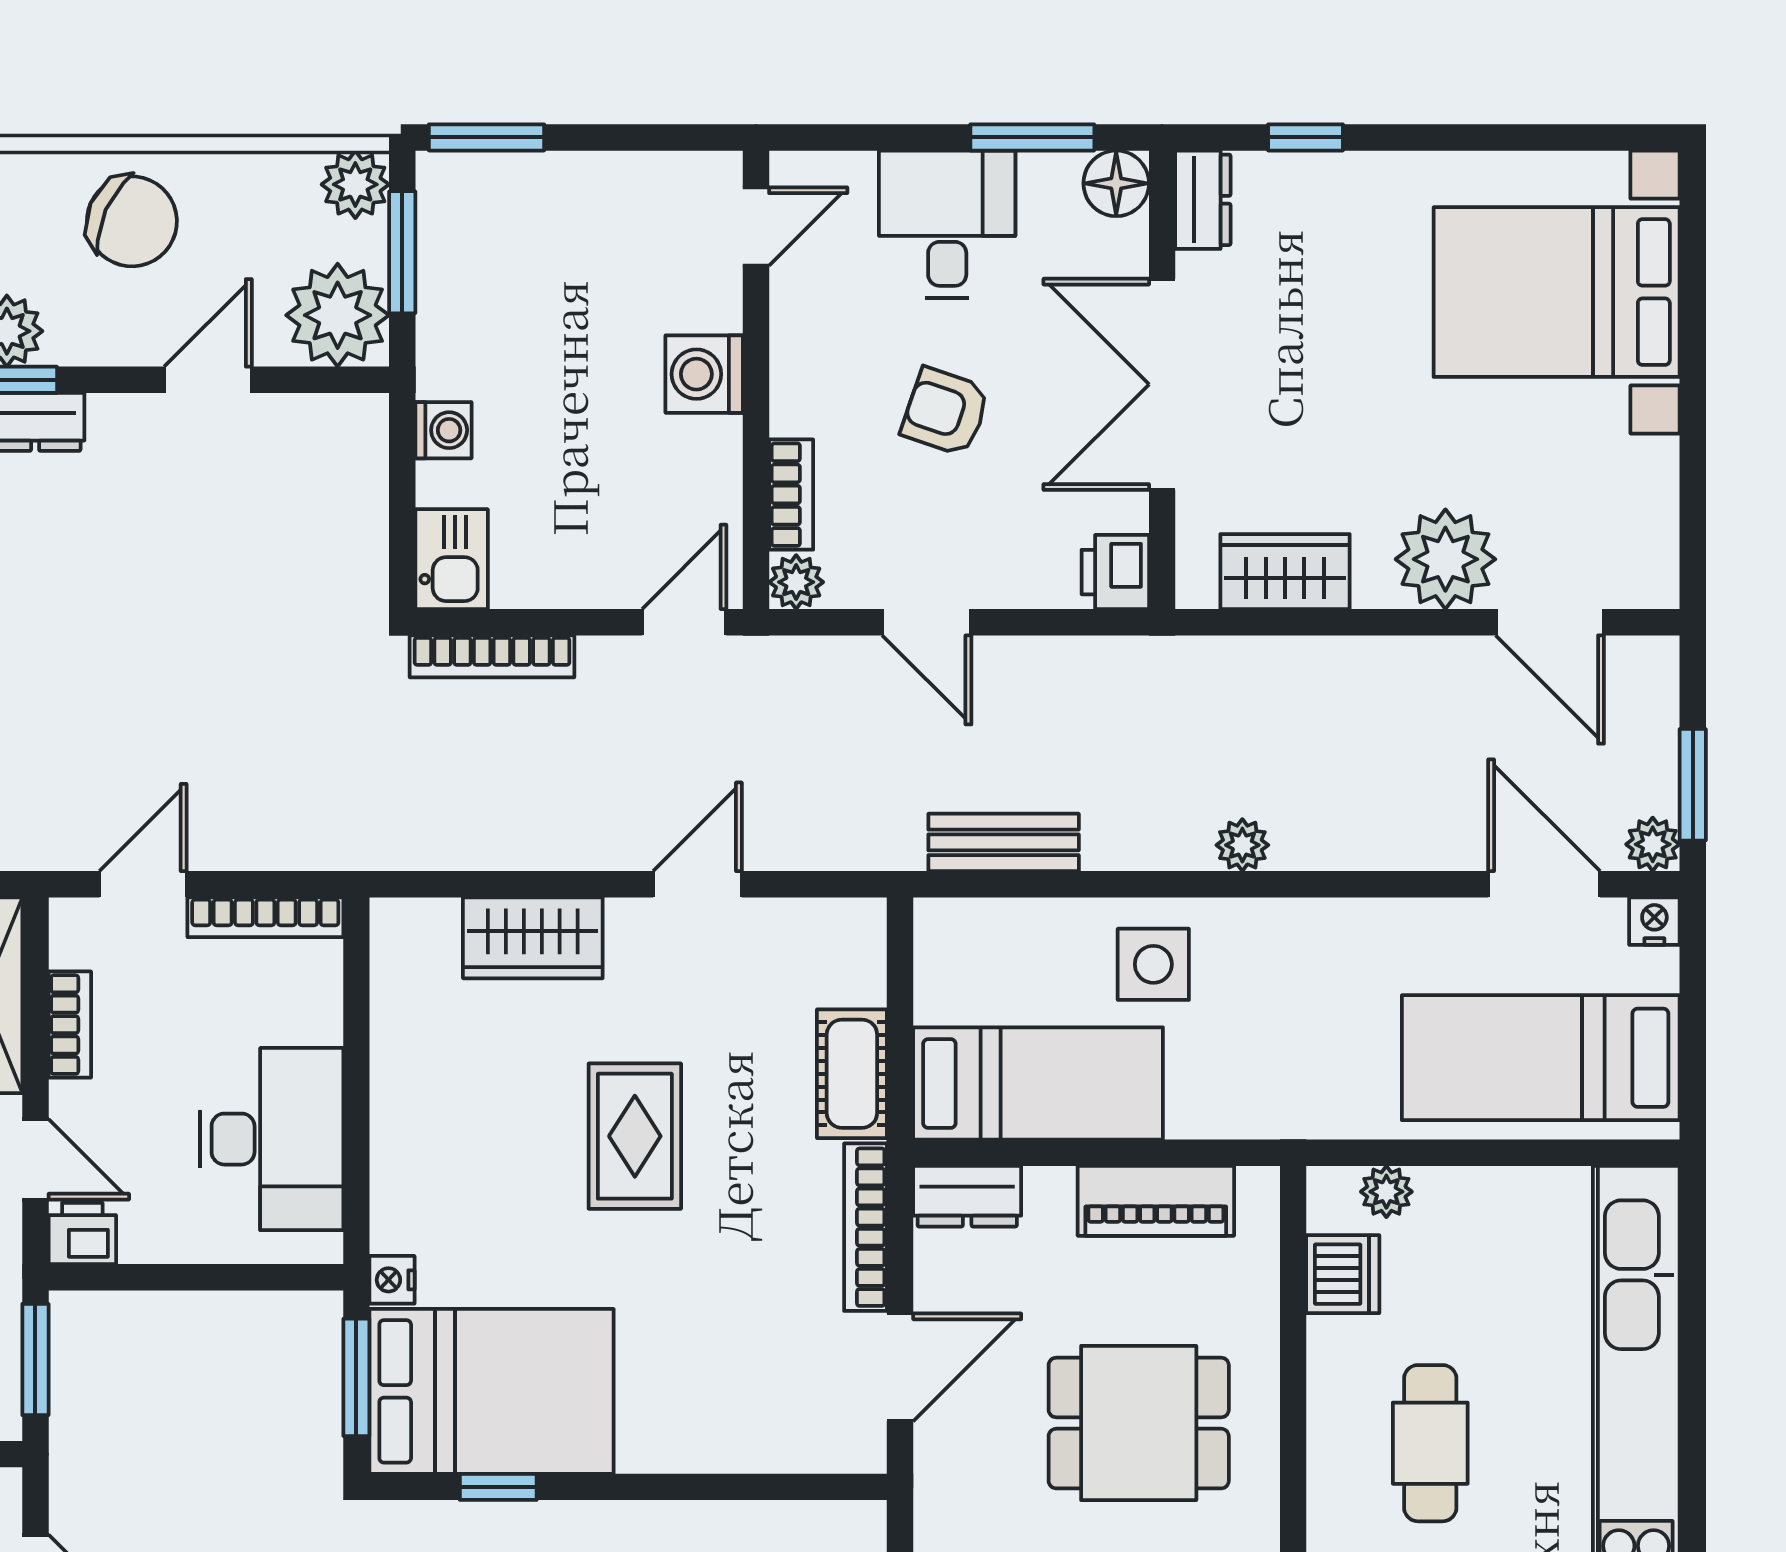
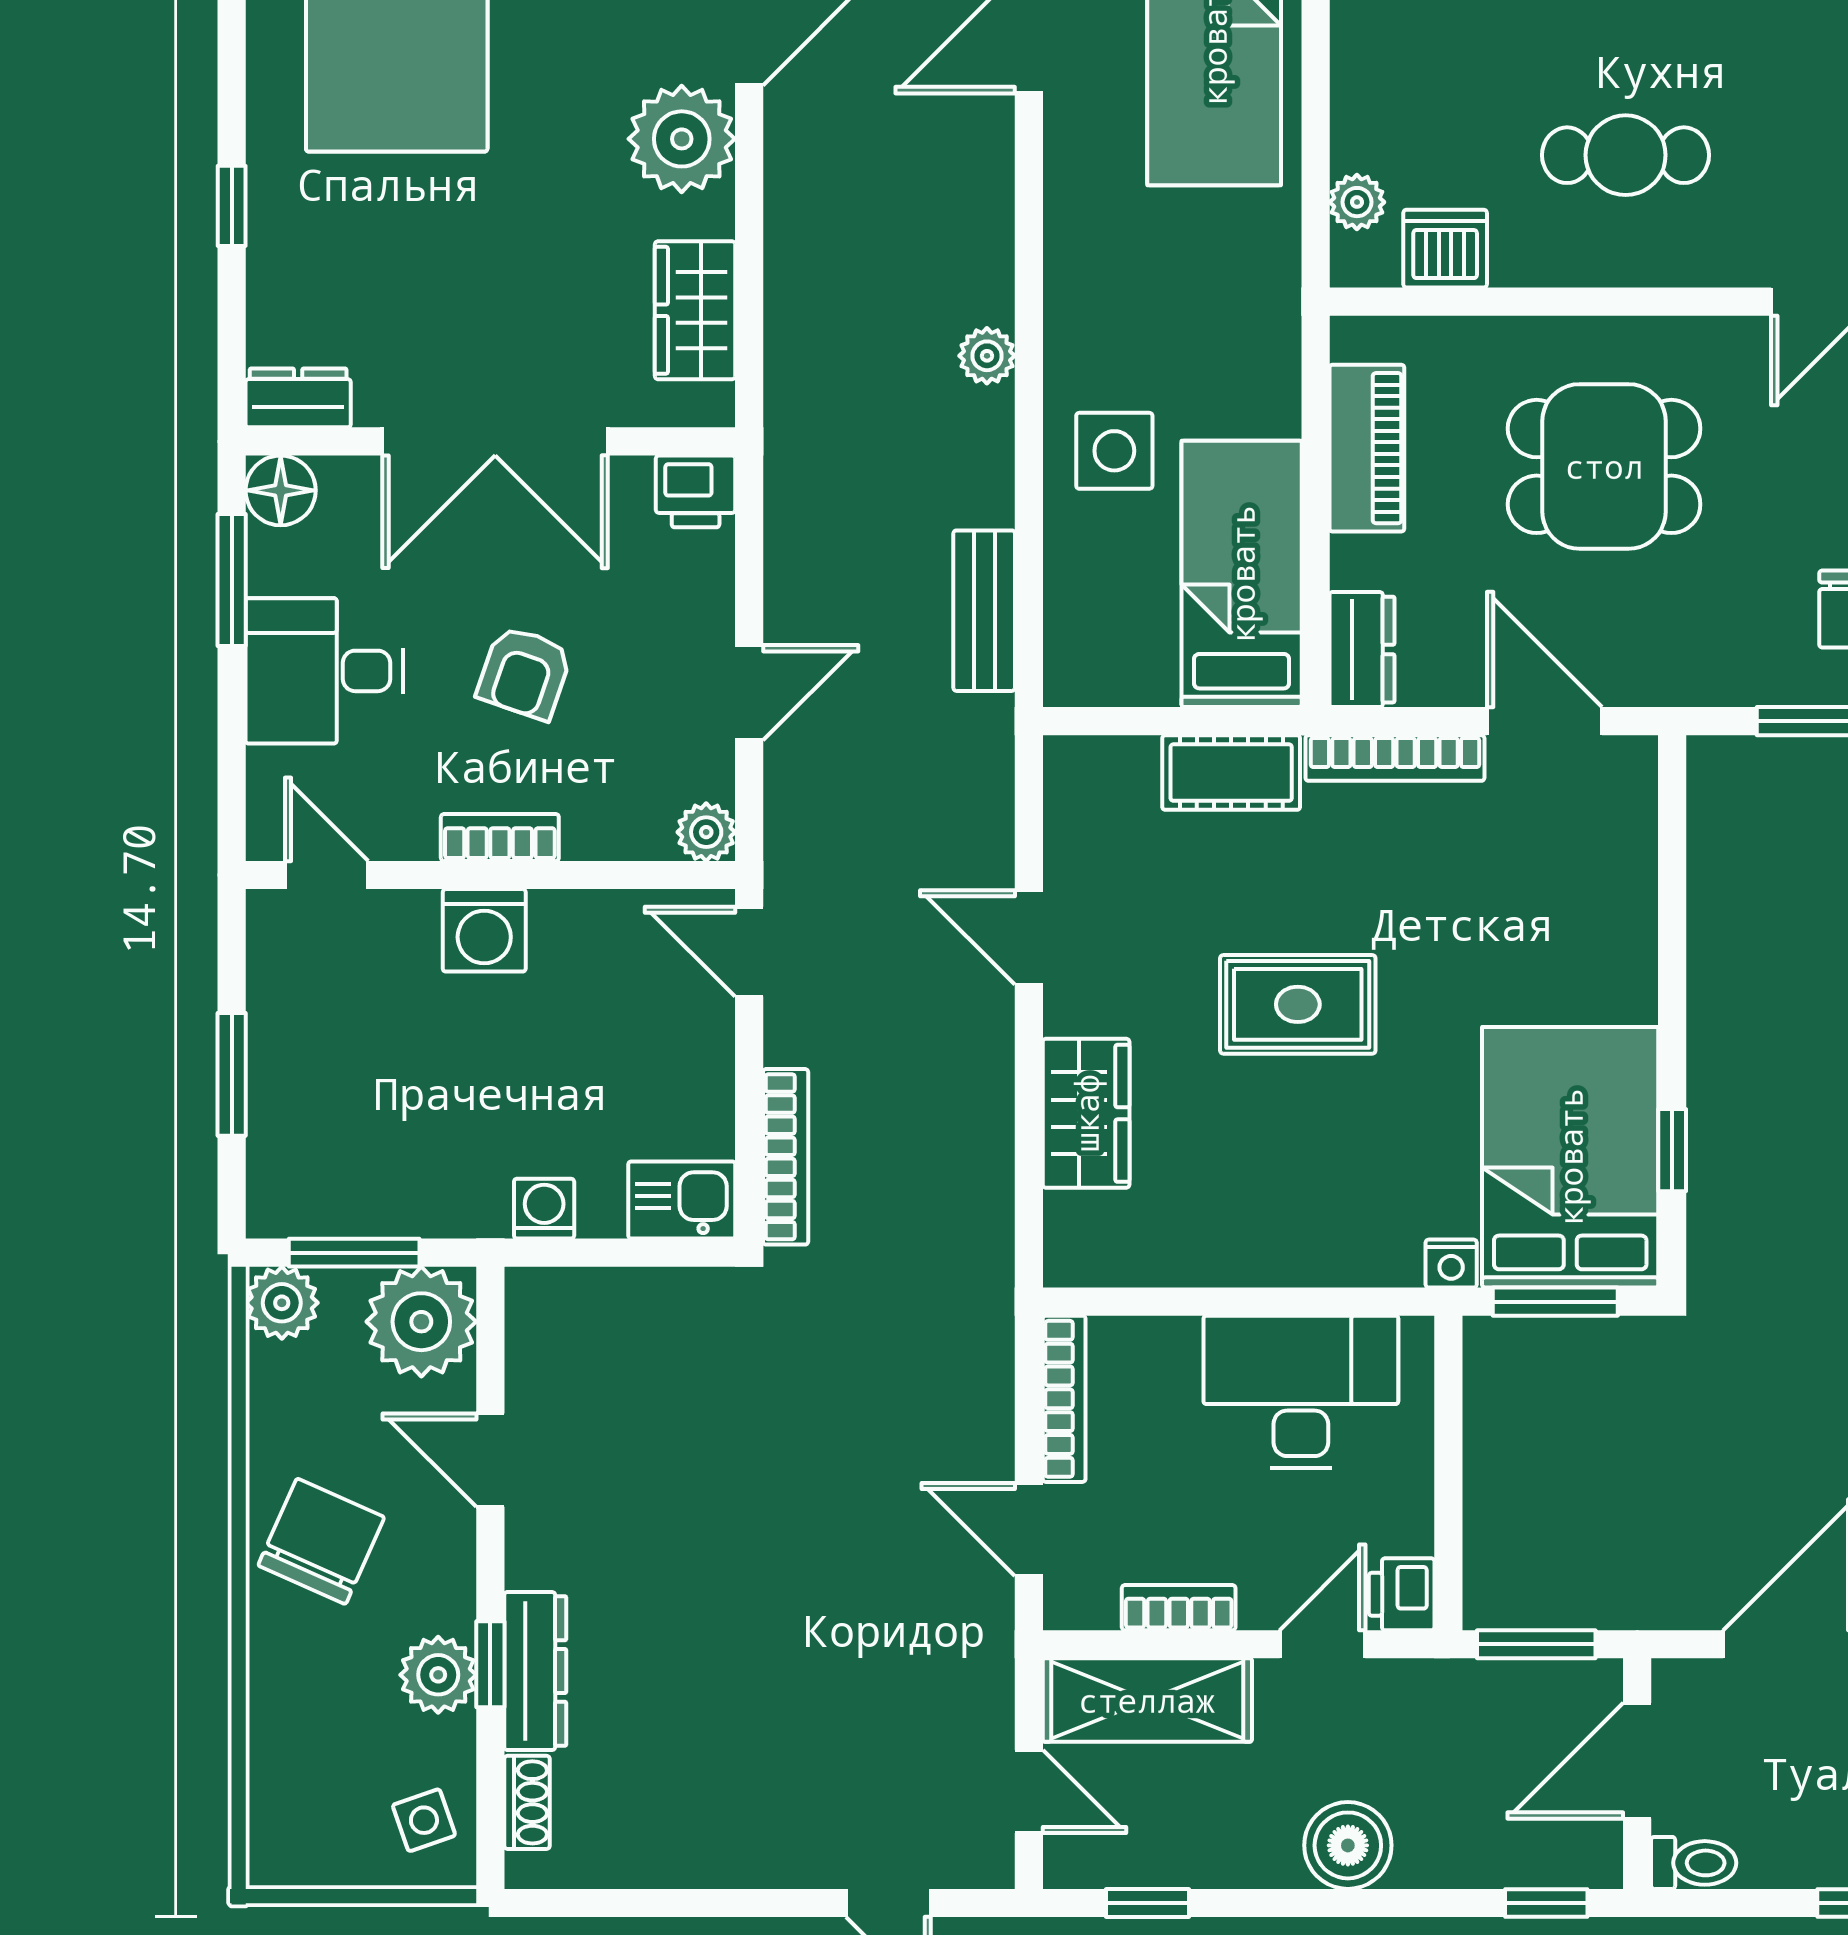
window: (486, 137) -> (232, 1074), moved
window: (1306, 137) -> (232, 206), moved
bookcase: (791, 495) -> (500, 837), moved
dining table: (1139, 1423) -> (1604, 466), turned 90

